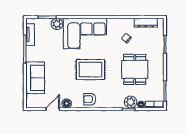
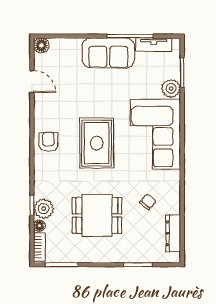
sofa: (35, 78) -> (108, 53), moved
floor lamp: (67, 103) -> (41, 45), moved

